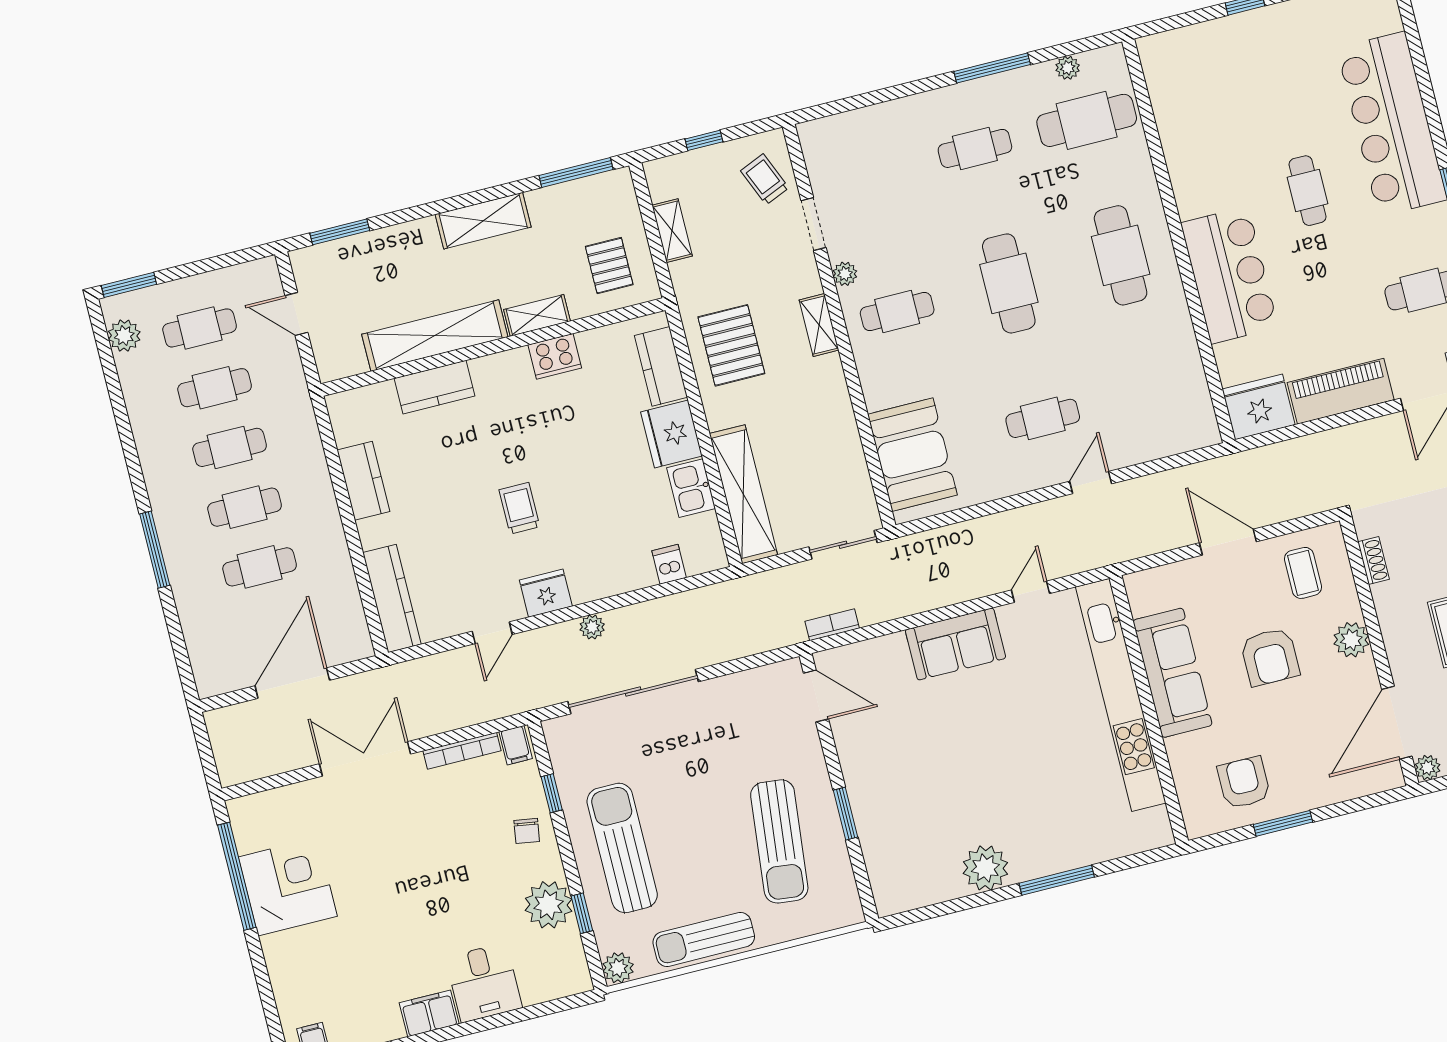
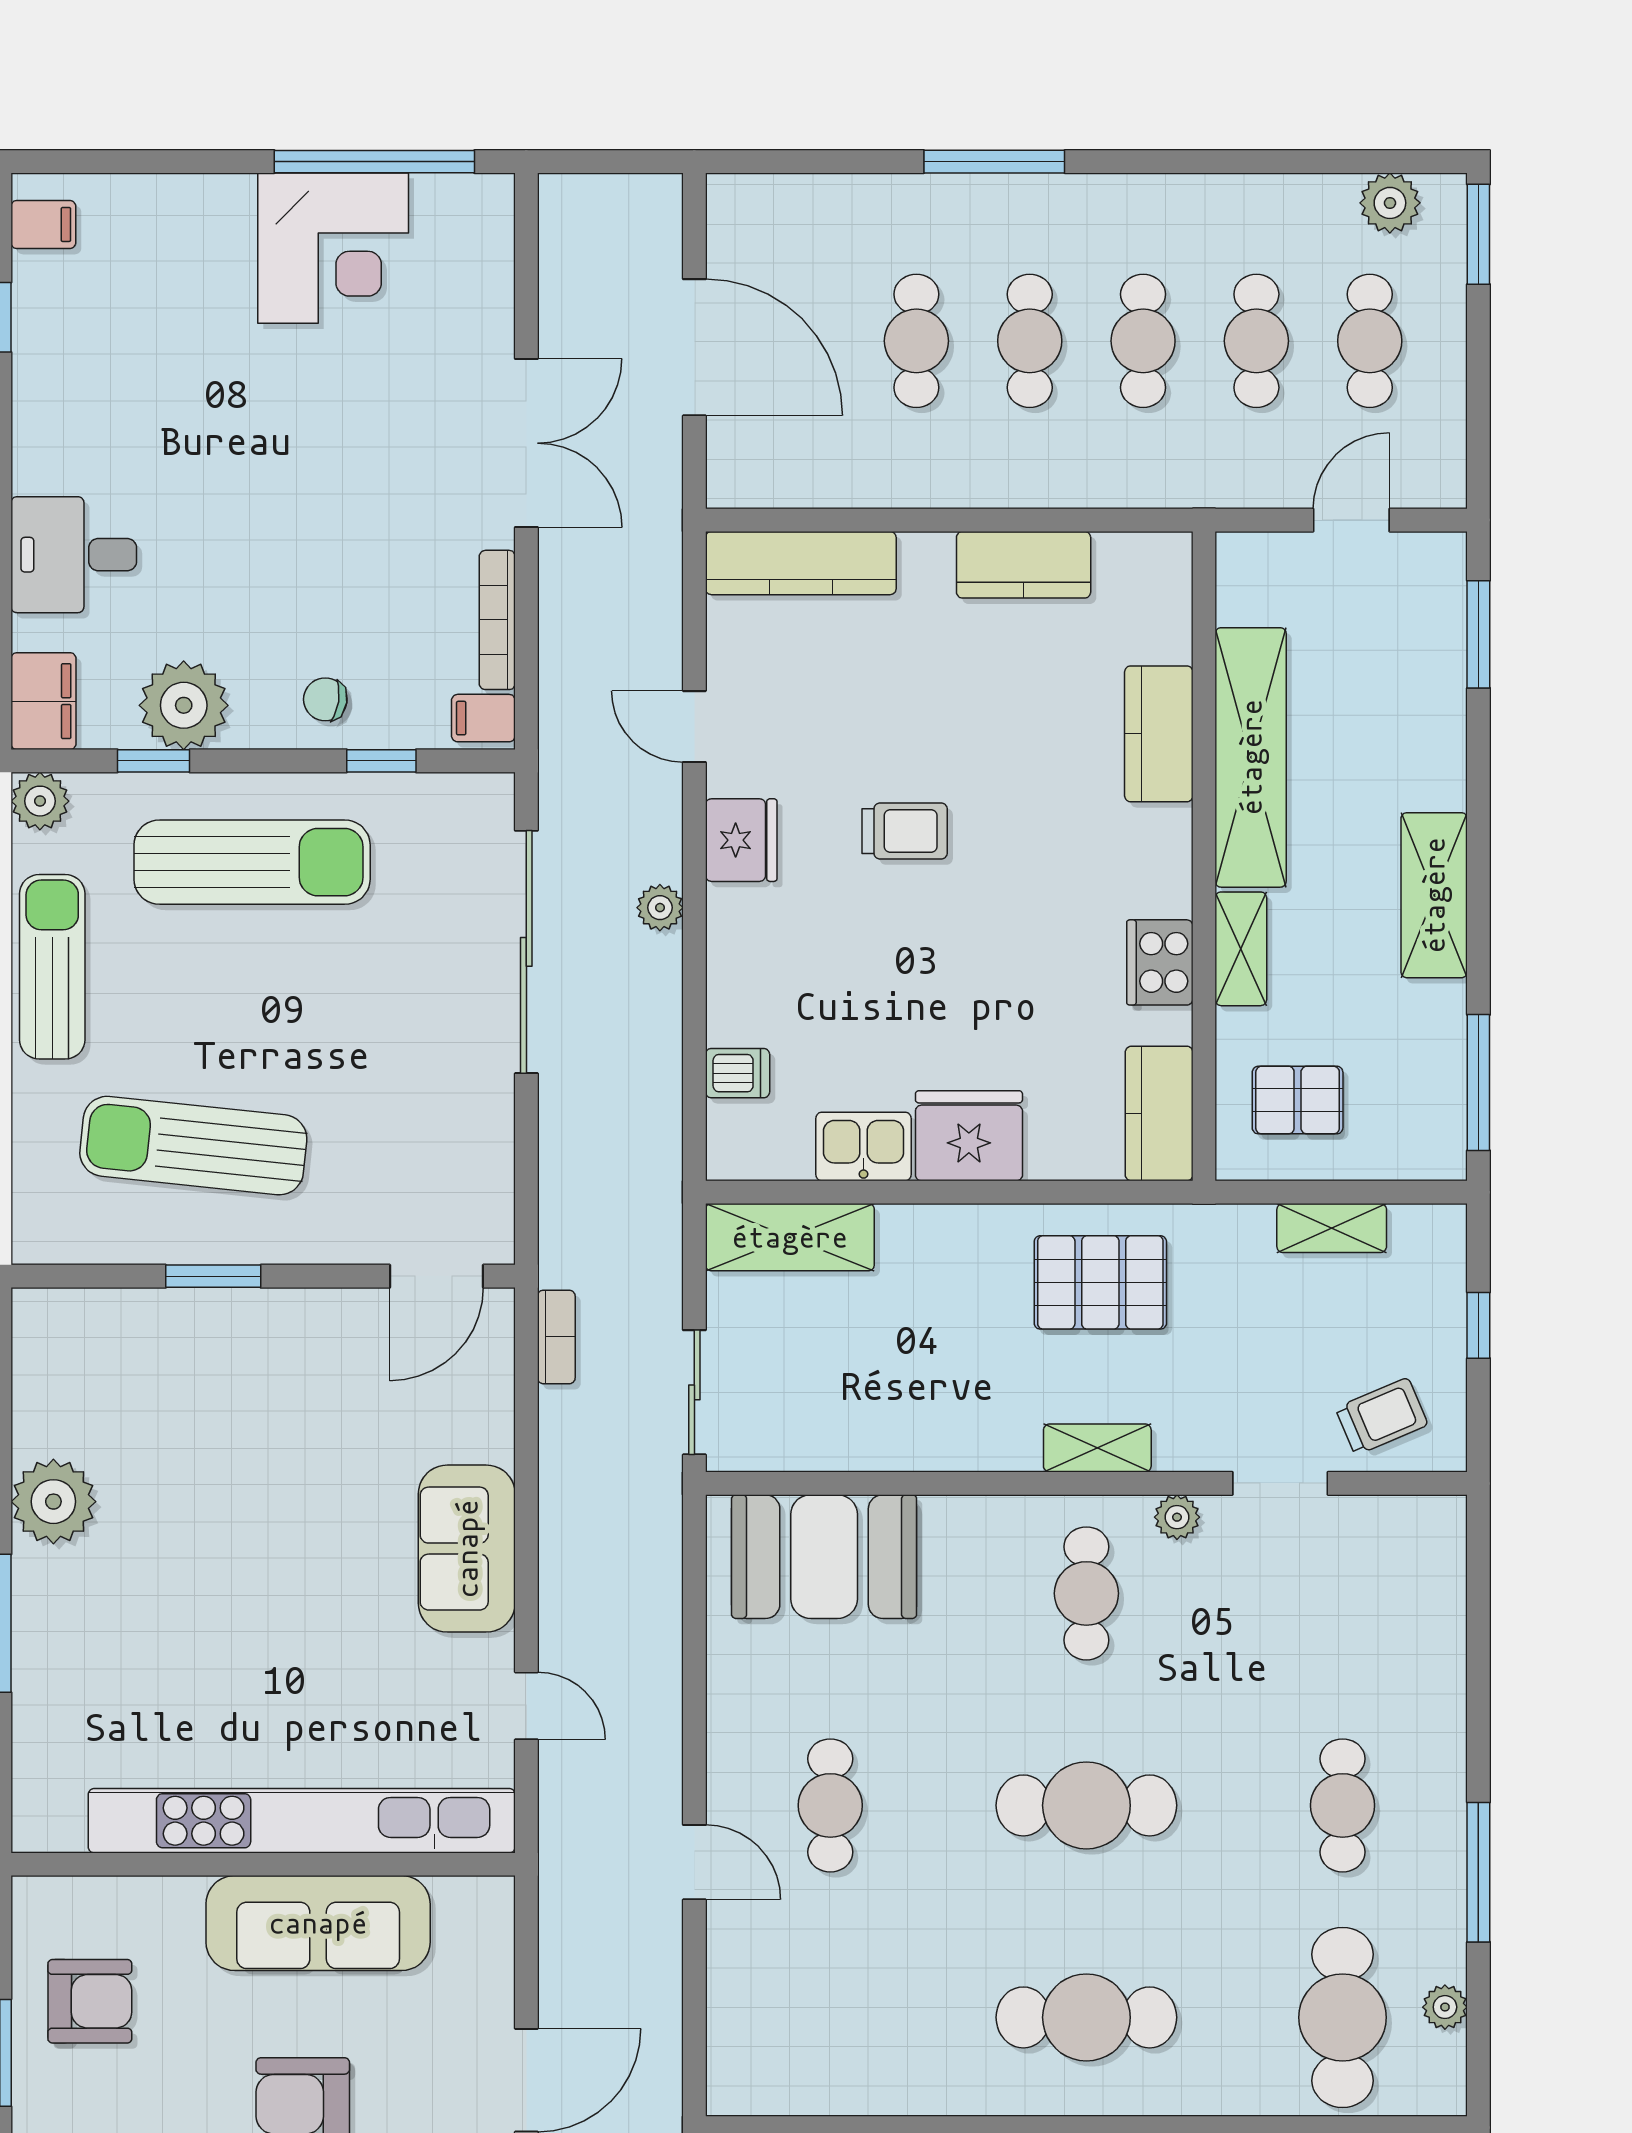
kitchen counter: (661, 366) -> (1159, 1114), moved, turned -90
shelving: (743, 494) -> (790, 1237), width x0.68
filing cabinet: (429, 1013) -> (43, 701), moved

